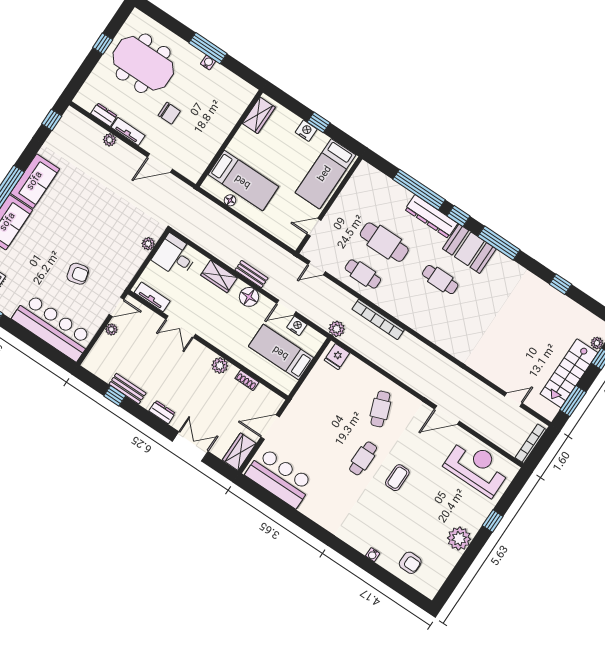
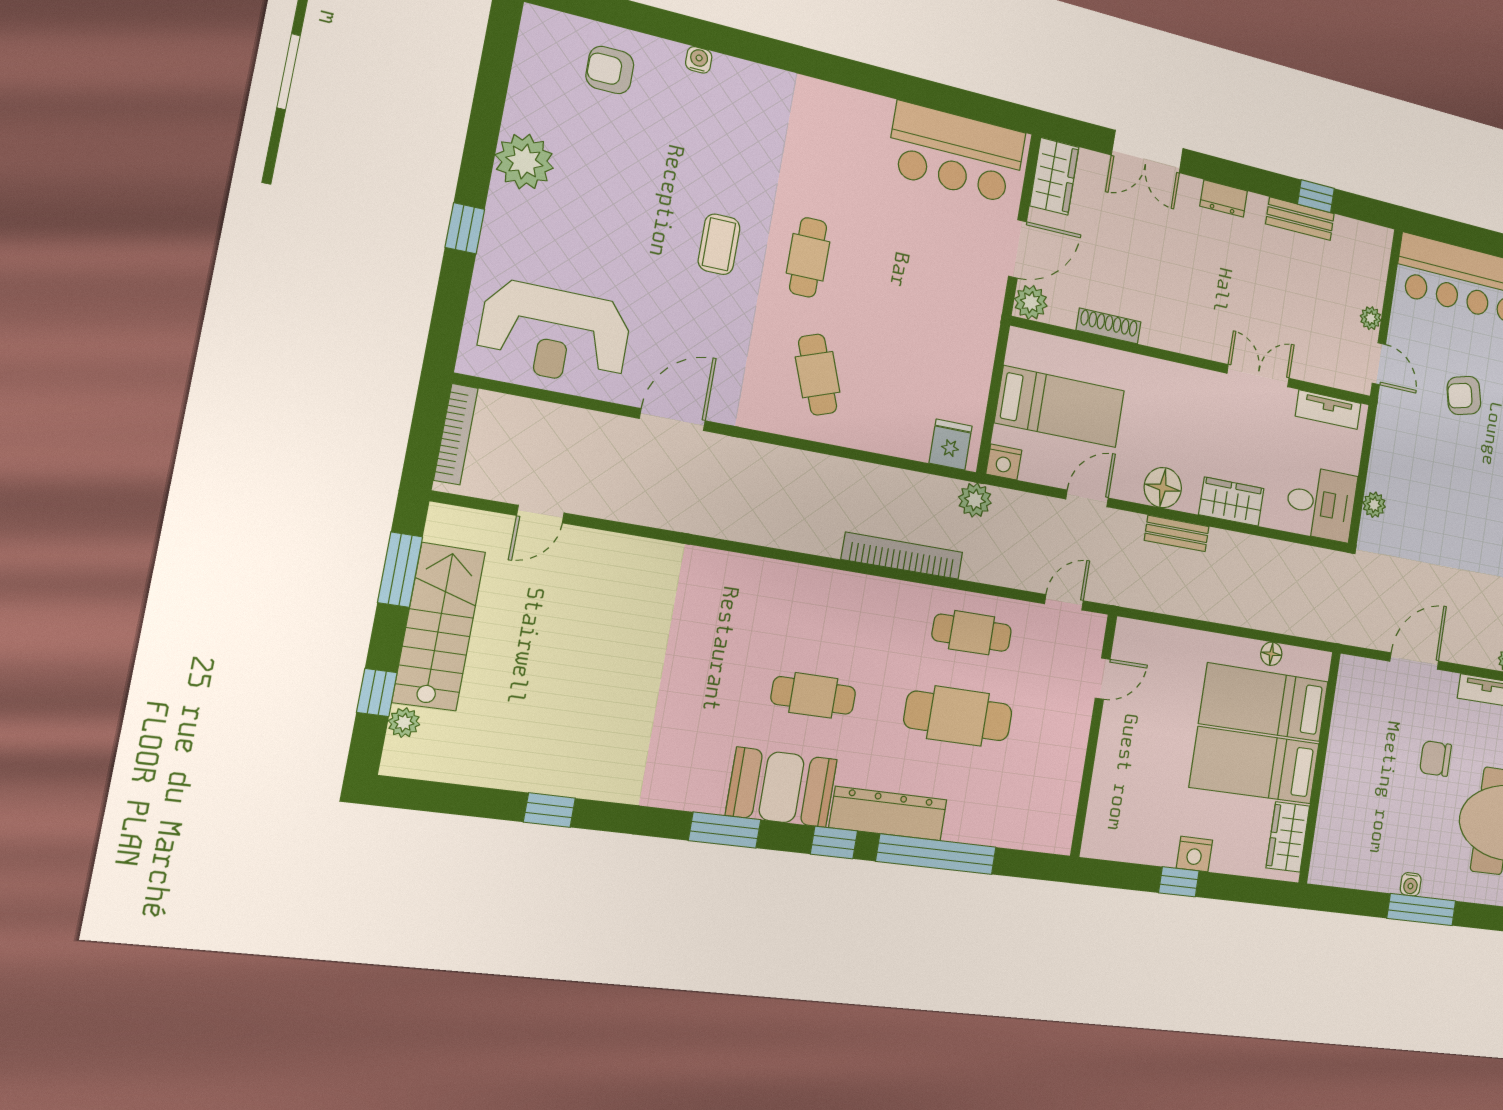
bed: (325, 174) -> (1255, 765), moved, turned -90
window: (499, 243) -> (725, 830), width x0.69
door: (117, 307) -> (1379, 364), swing flipped
nightstand: (297, 326) -> (1004, 462), moved
plant: (220, 365) -> (1031, 302), moved
shoe rack: (247, 380) -> (1109, 326), width x1.43

